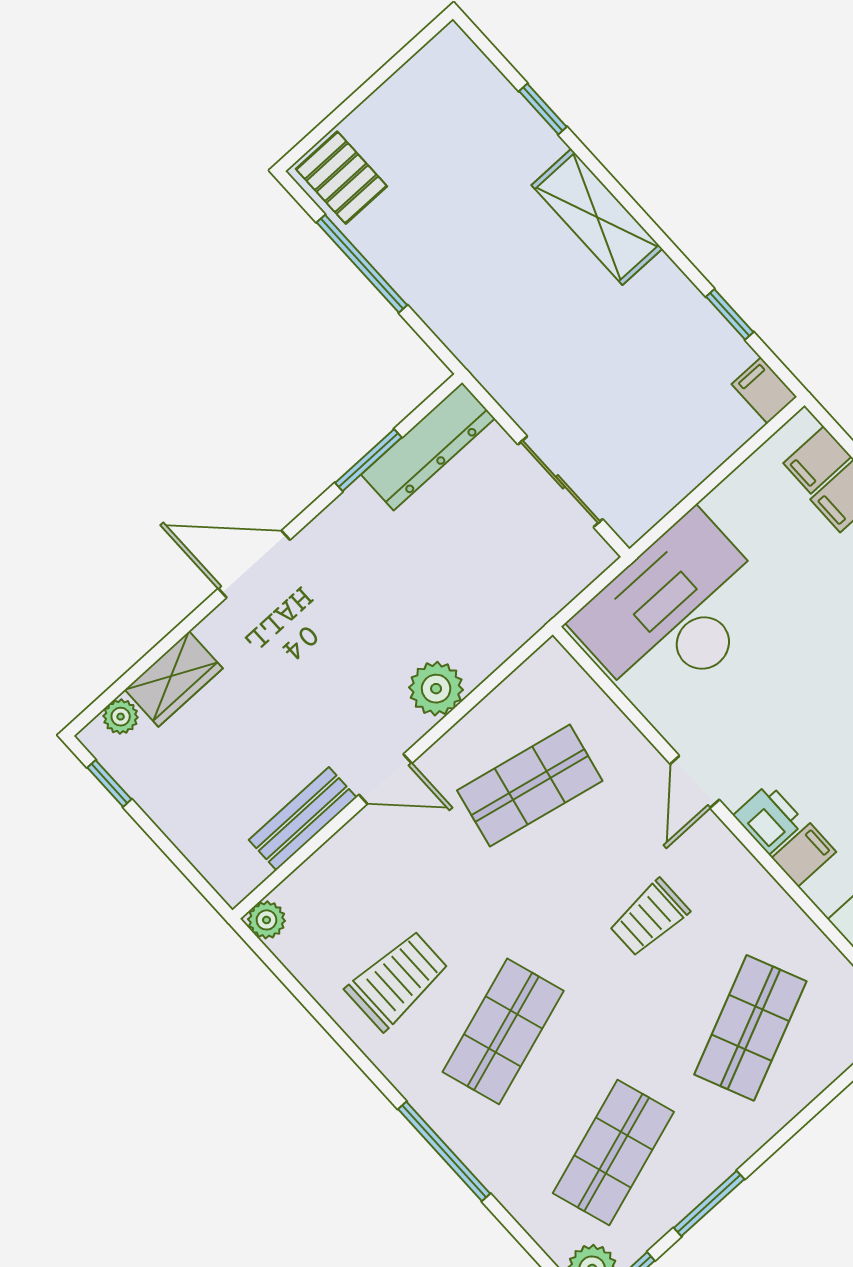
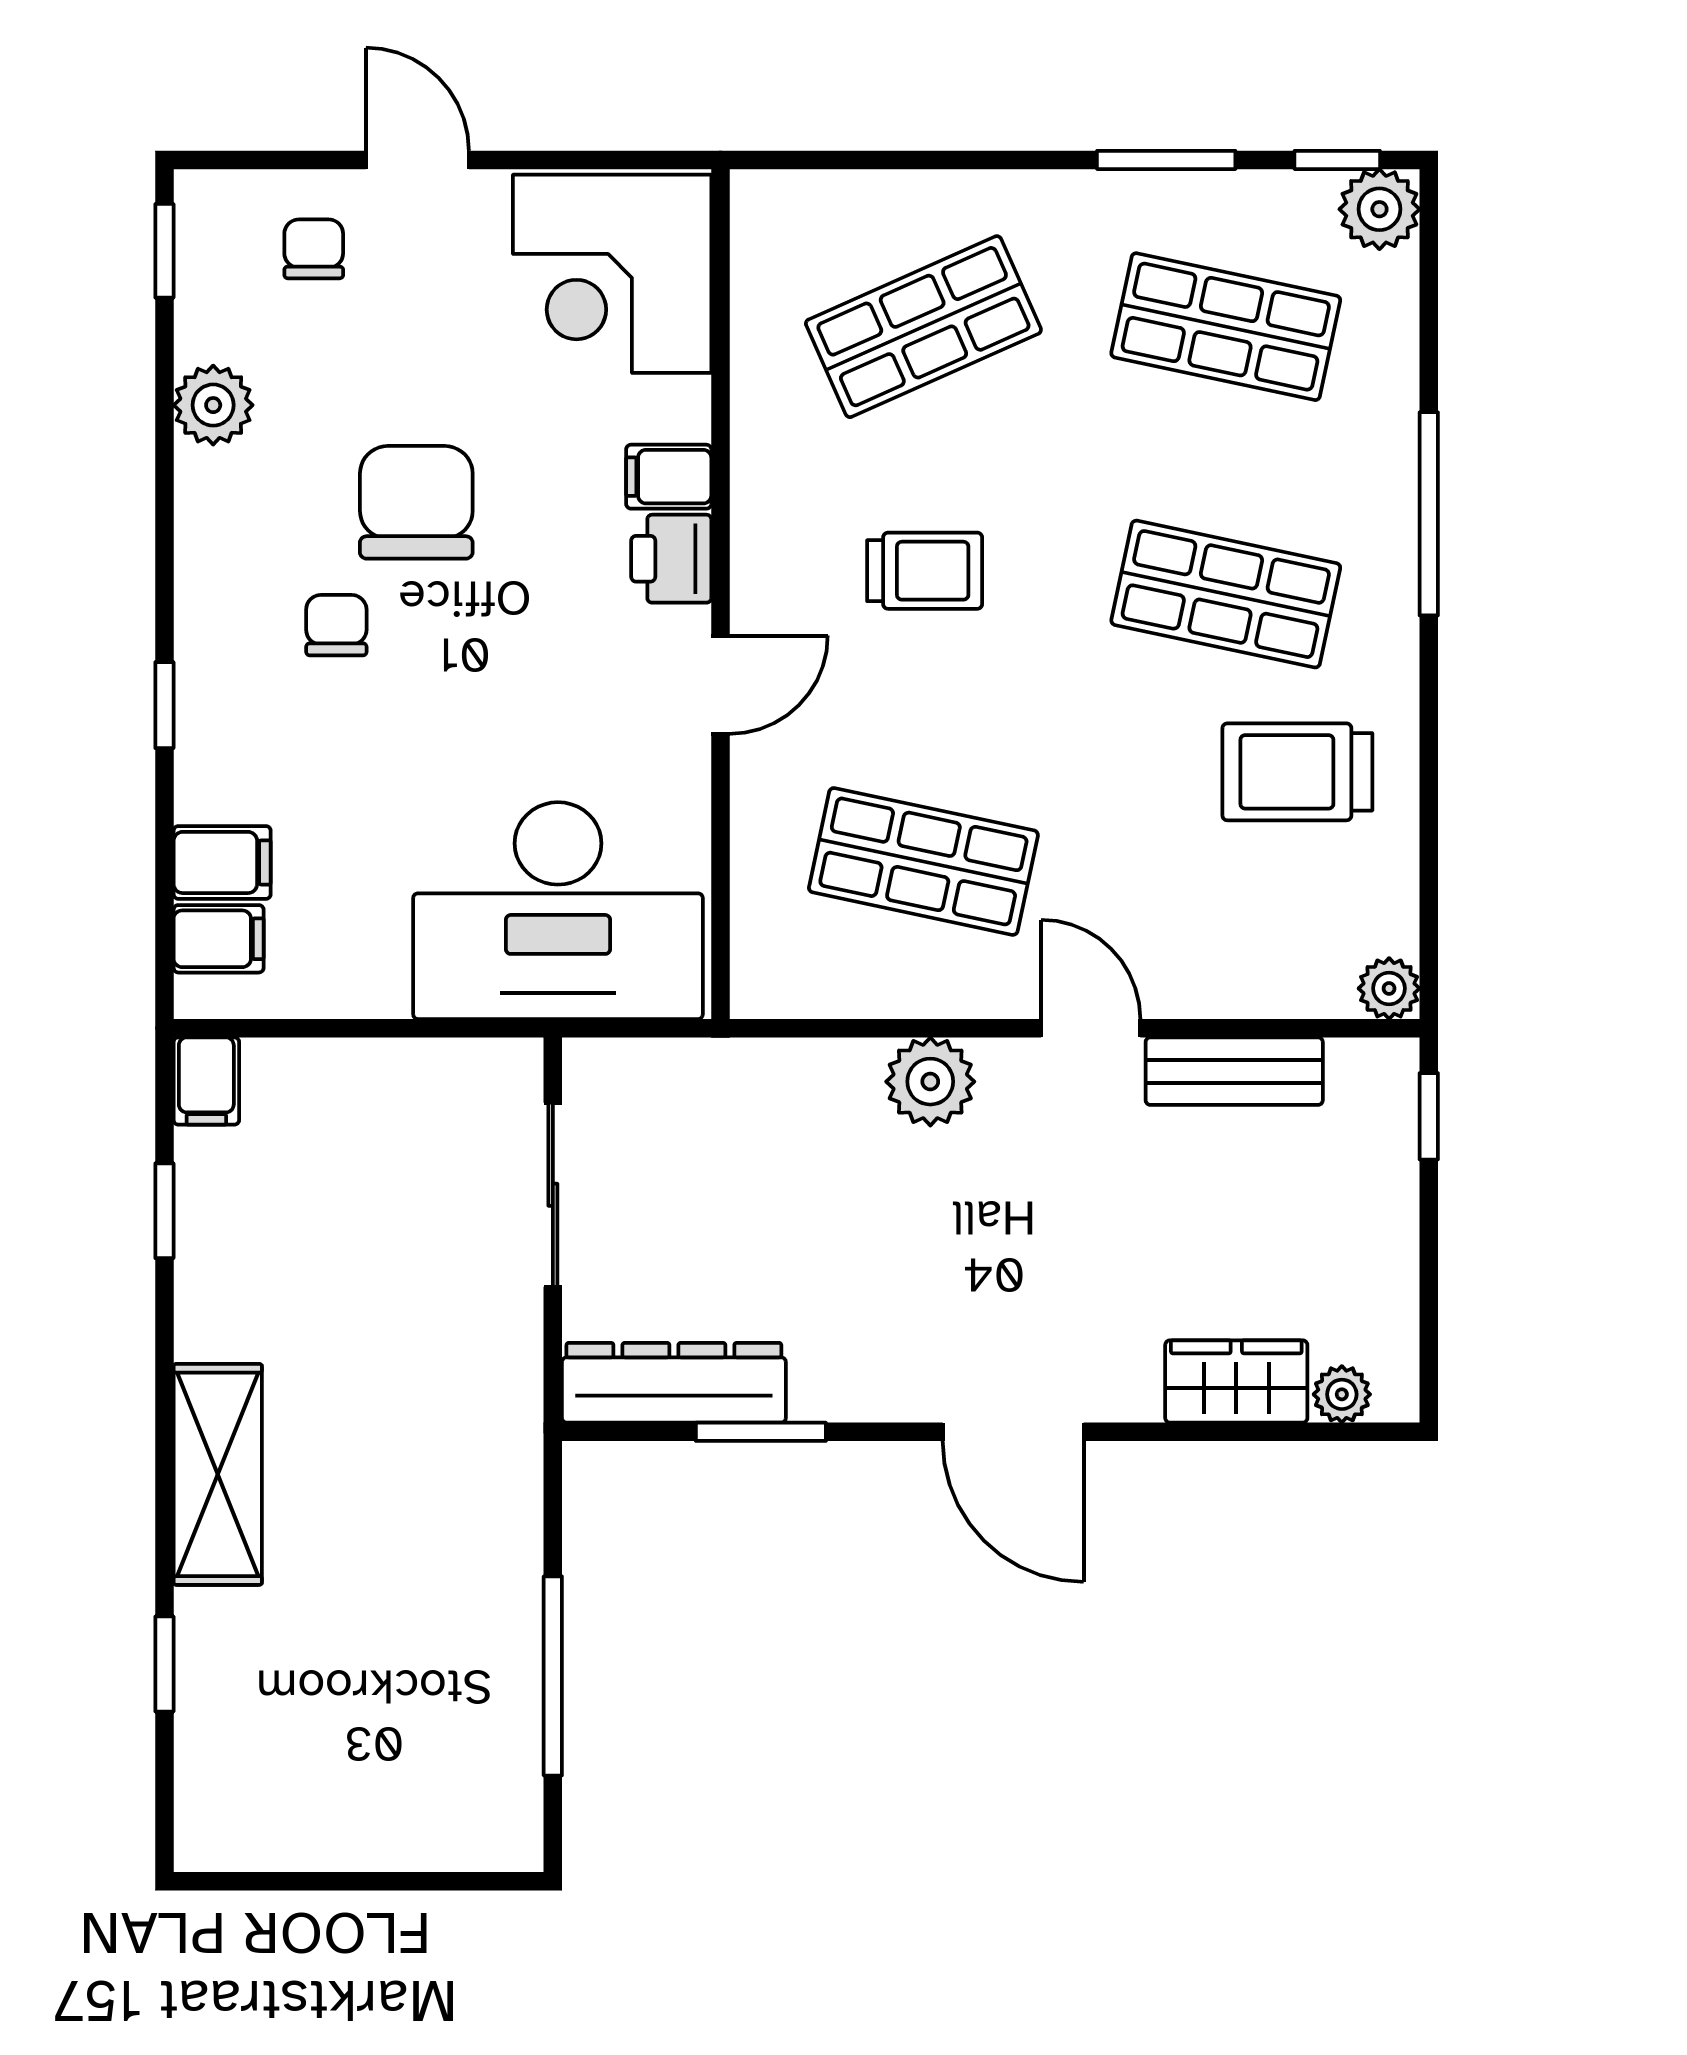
pallet: (341, 178) -> (483, 1802), removed
window: (109, 783) -> (1429, 1116), moved
shop shelf: (503, 1031) -> (1226, 594), turned 30
shop shelf: (613, 1152) -> (1226, 327), turned 30

